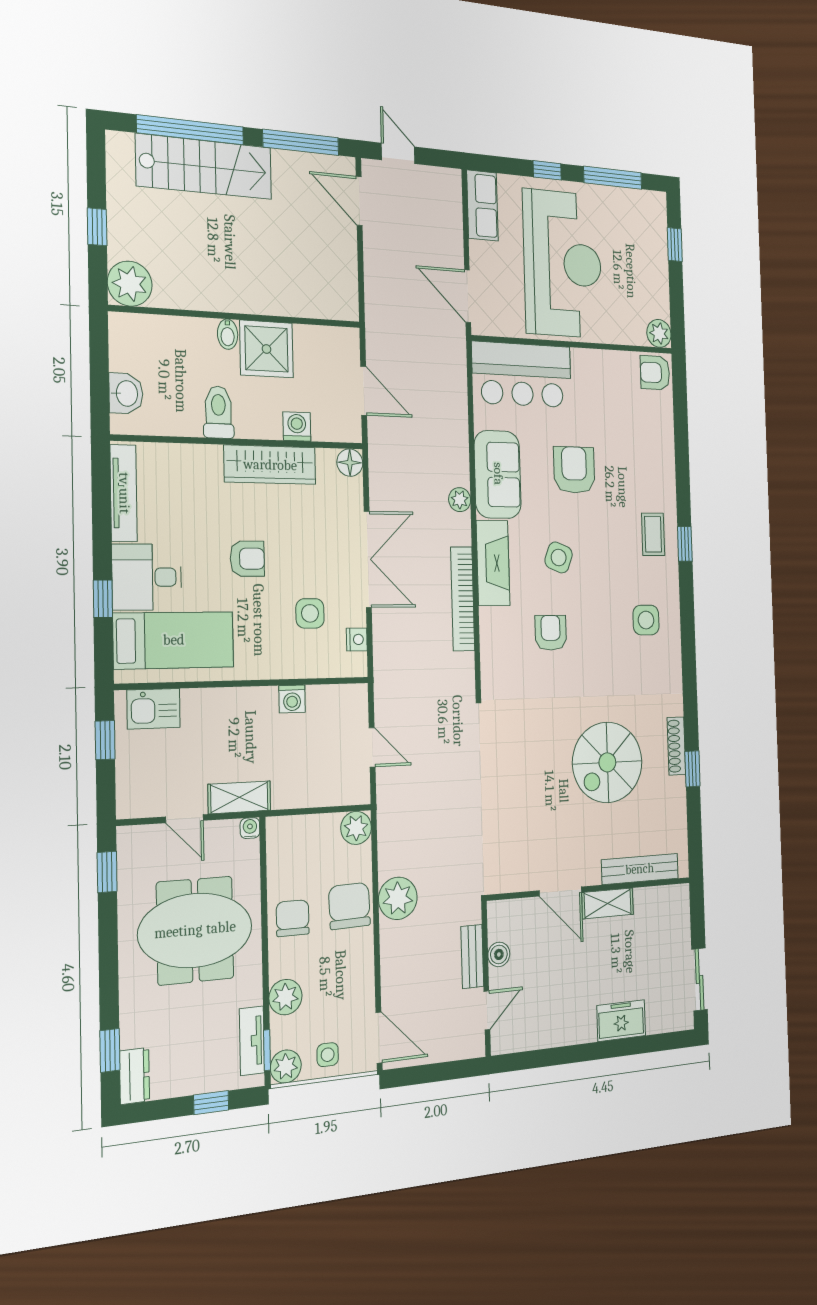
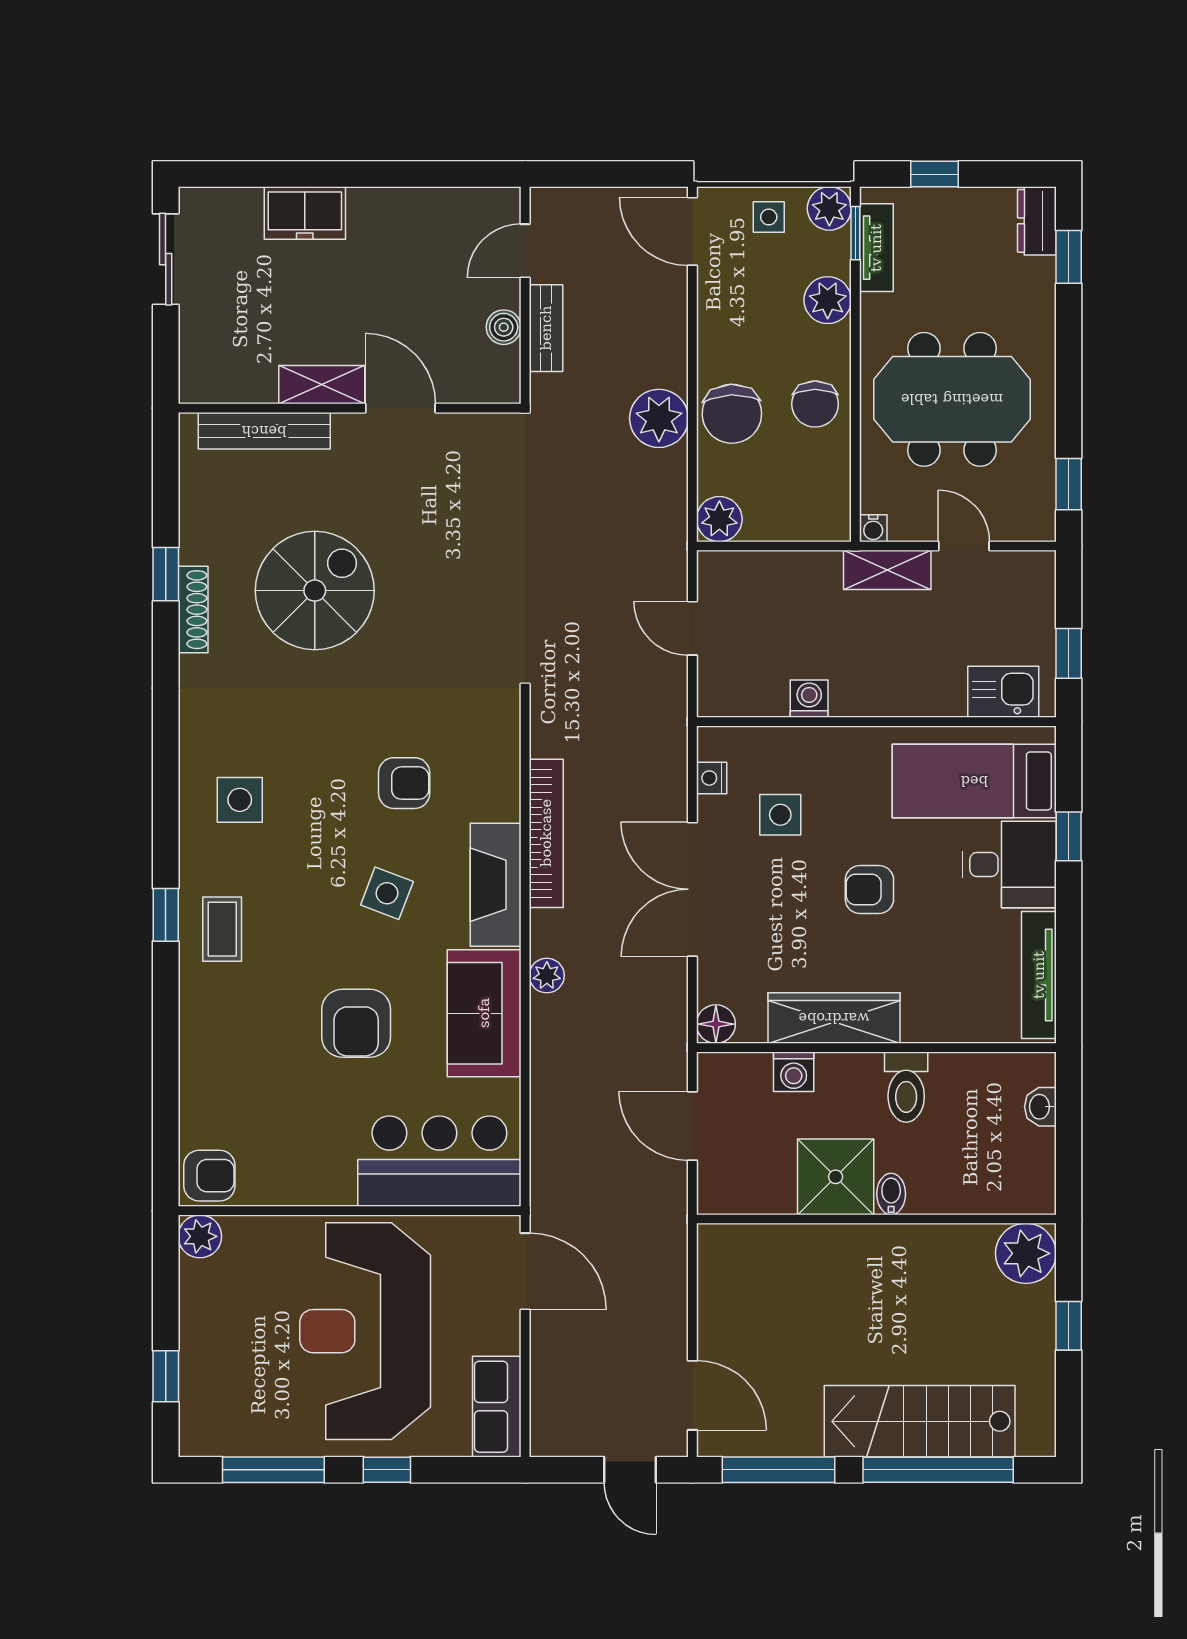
washbasin: (126, 393) -> (1040, 1107), width x0.72, depth x0.69
armchair: (551, 633) -> (404, 783), turned -90

